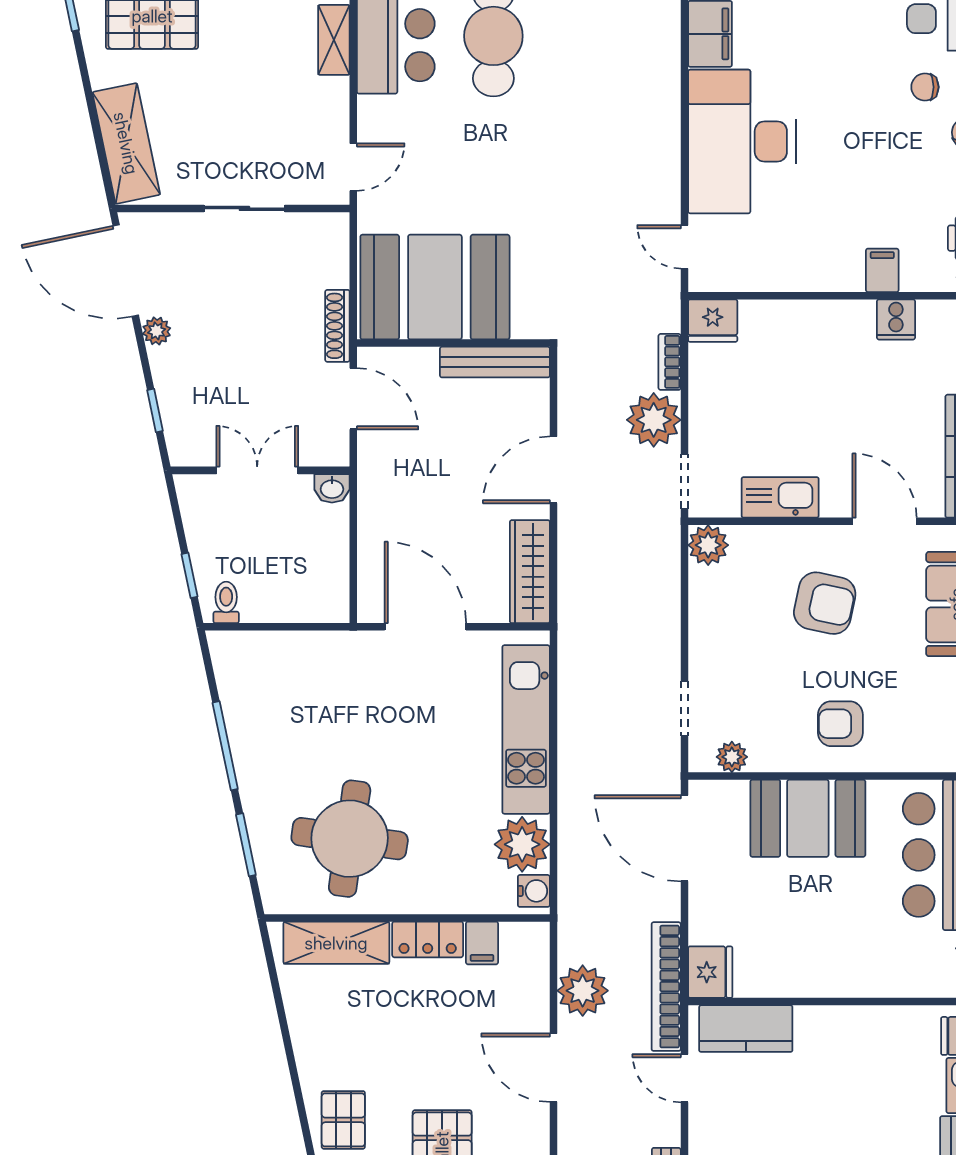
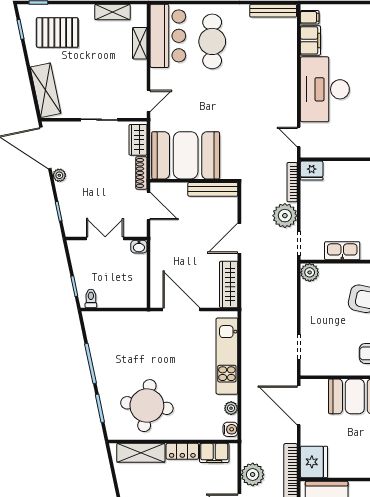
wardrobe: (330, 253) -> (138, 140), added
bookcase: (670, 362) -> (292, 182), width x1.56
plant: (732, 757) -> (320, 369), removed
plant: (522, 844) -> (231, 408), width x0.53, depth x0.53
filing cabinet: (482, 943) -> (214, 453), width x2.00
fridge: (710, 972) -> (314, 462), width x1.36, depth x1.34

